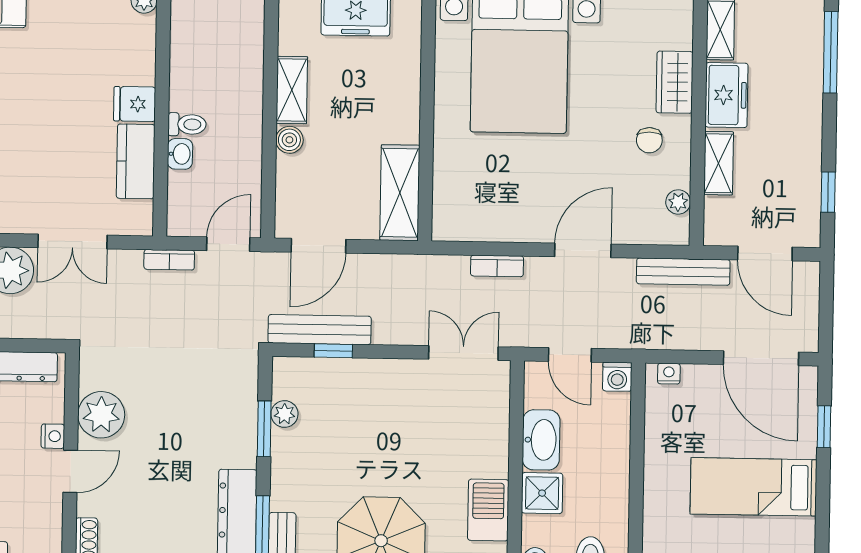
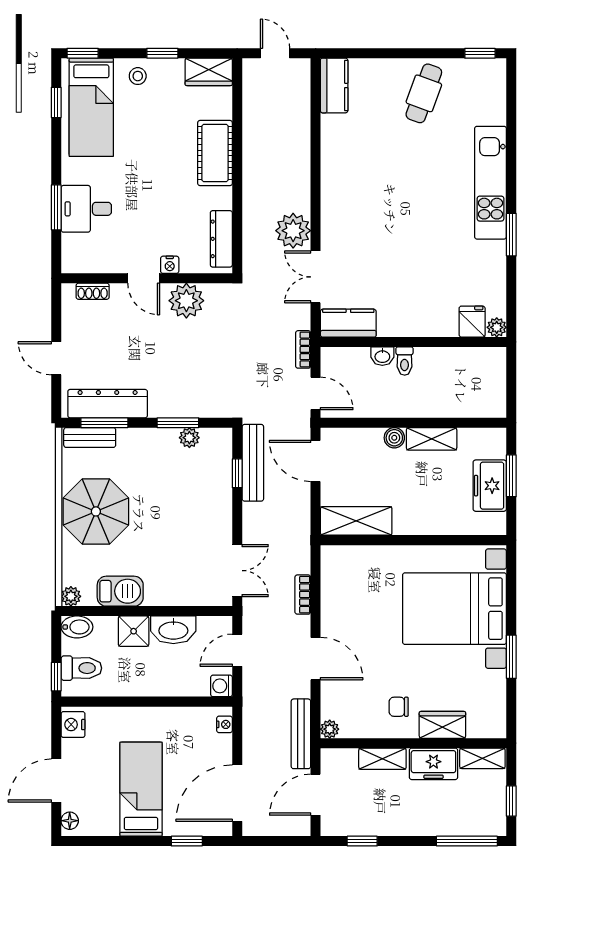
fridge: (135, 104) -> (472, 322), moved
kitchen counter: (136, 161) -> (348, 323), moved
plant: (678, 202) -> (330, 729), moved

